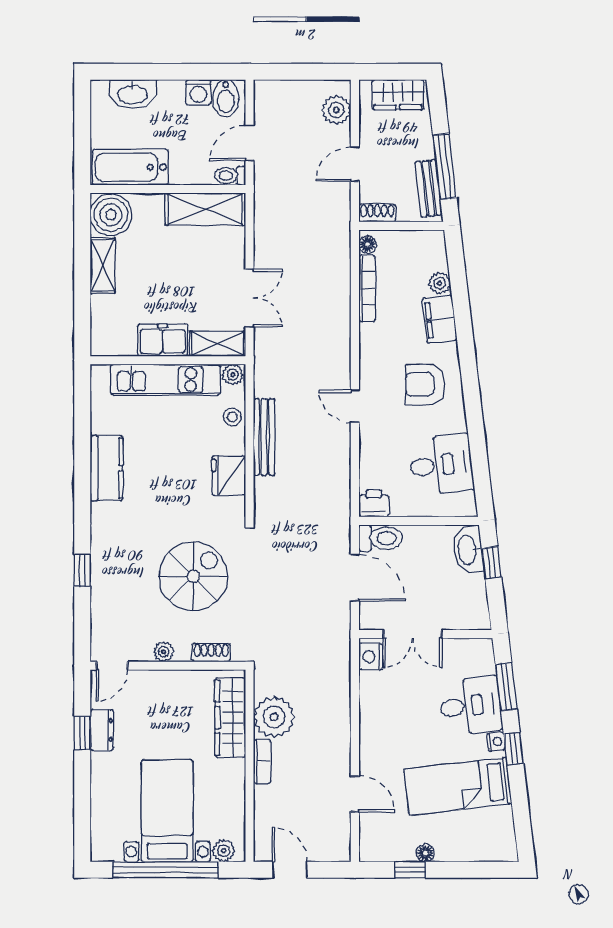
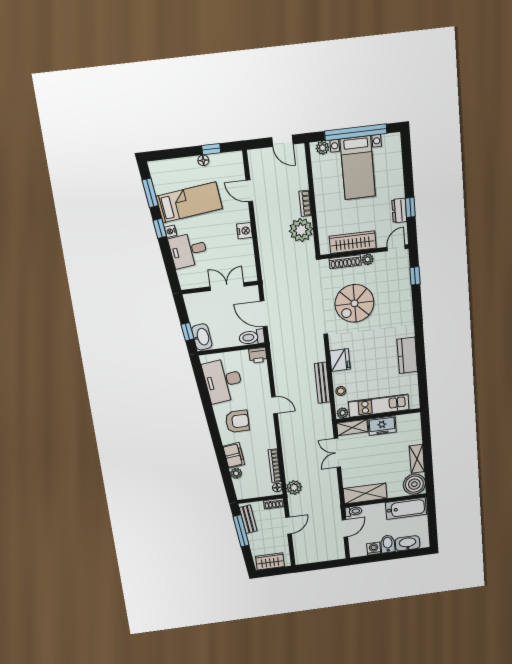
bidet: (226, 98) -> (388, 544), moved
plant: (336, 110) -> (294, 488), moved
desk: (441, 465) -> (223, 381), width x1.37
window: (82, 570) -> (415, 276), moved
shoe rack: (211, 652) -> (345, 262), width x1.43
nightstand: (371, 657) -> (245, 231), moved
window: (506, 687) -> (150, 193), moved
wardrobe: (230, 718) -> (353, 242), moved, turned -90

